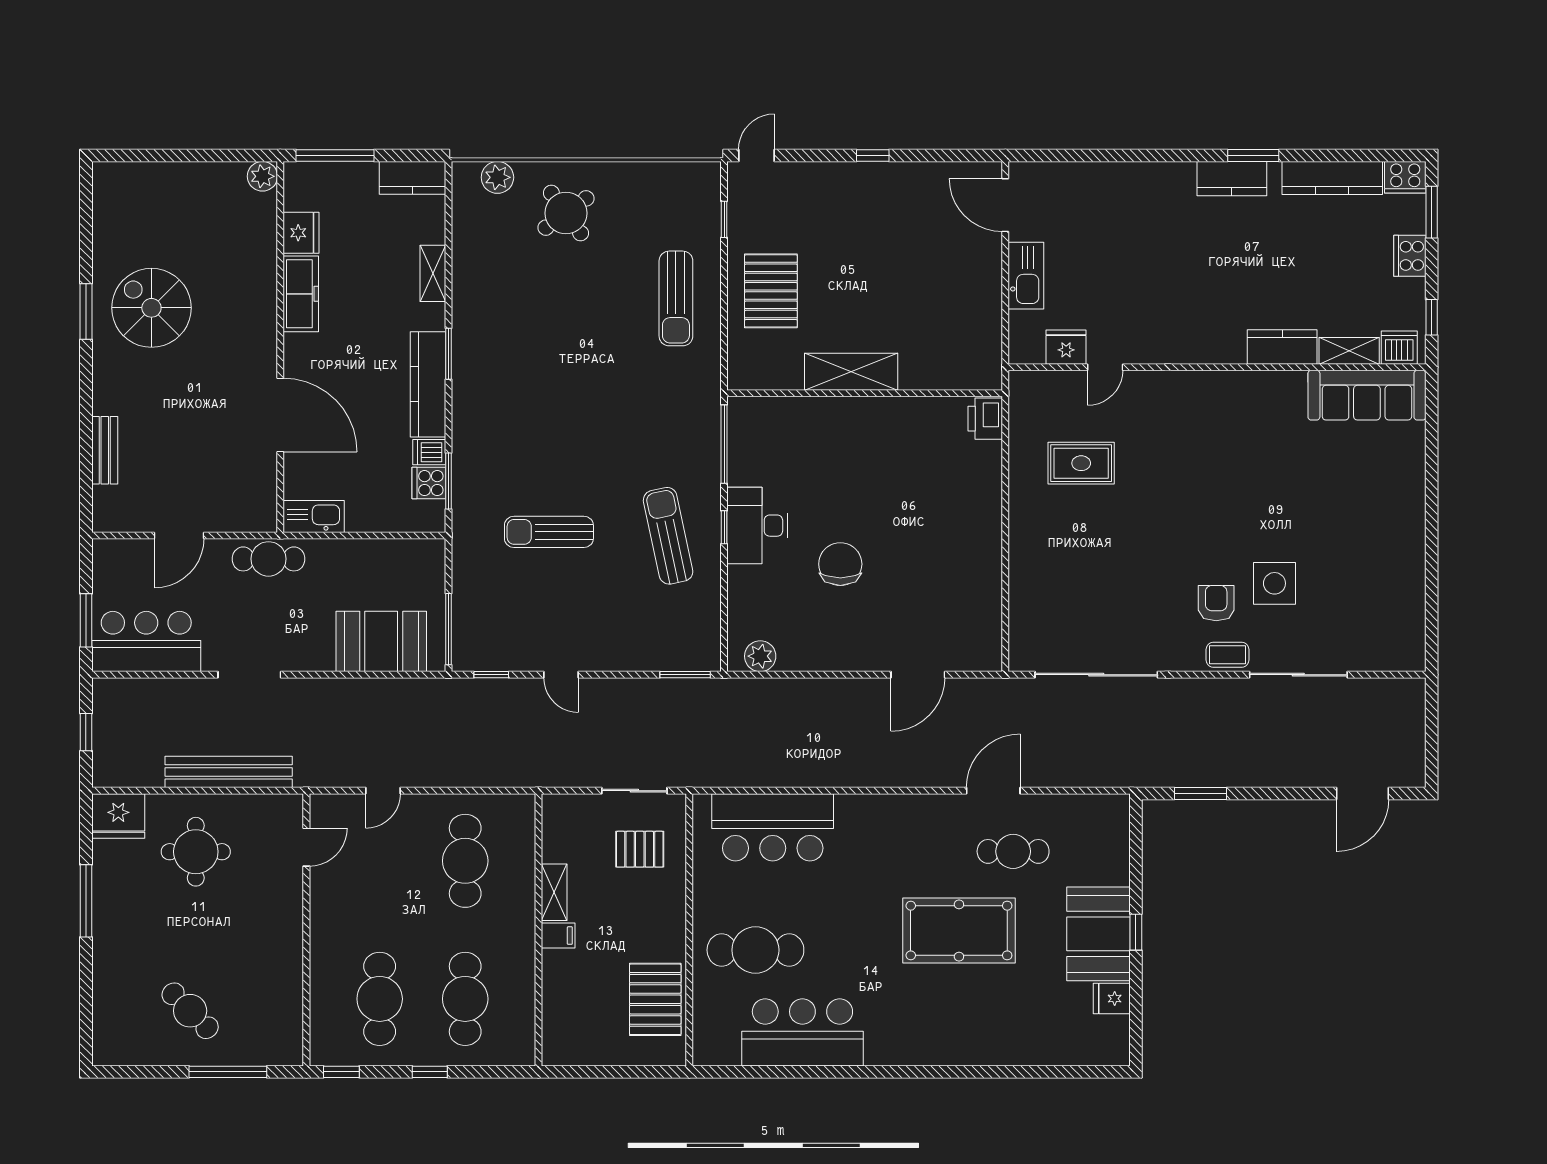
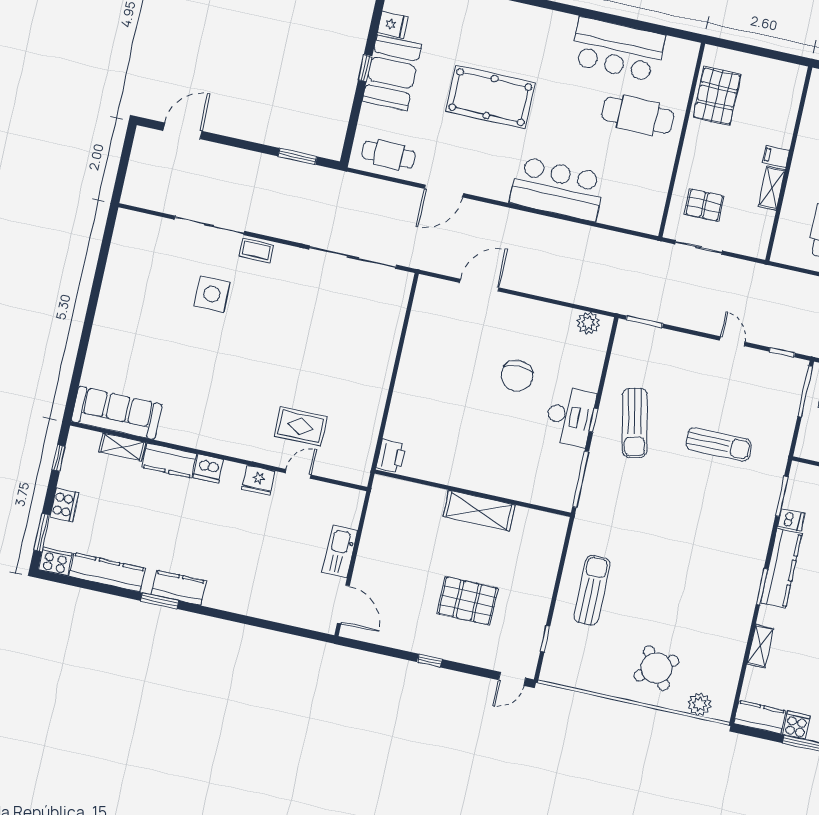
pallet: (771, 291) -> (467, 601), moved, turned 90
fridge: (1066, 347) -> (258, 480), moved
dishwasher: (1399, 348) -> (208, 469), moved
rug: (1081, 463) -> (301, 426), moved
cooker: (429, 483) -> (796, 725), moved, turned -90
armchair: (1216, 603) -> (256, 289), removed
bar counter: (773, 827) -> (557, 189), moved
cafe table: (1013, 851) -> (389, 155), moved

